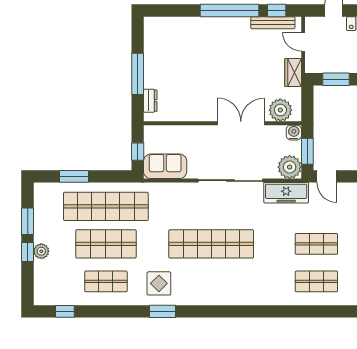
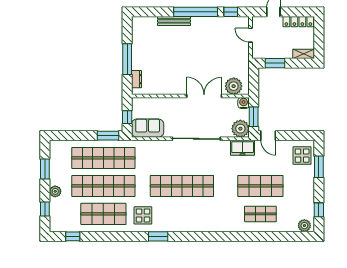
bench: (273, 23) -> (174, 21), moved
wardrobe: (293, 73) -> (243, 58), removed
window: (74, 176) -> (108, 136), moved
freezer: (286, 193) -> (243, 148), width x0.71
shop shelf: (106, 244) -> (103, 186), width x1.40
shop shelf: (316, 244) -> (260, 186), width x1.43, depth x1.36
window: (28, 252) -> (45, 209), moved
shop shelf: (106, 281) -> (103, 214), width x1.43, depth x1.36
window: (162, 311) -> (158, 236), moved

